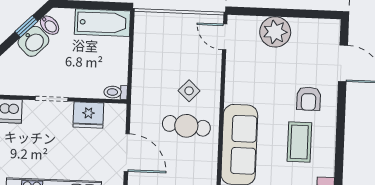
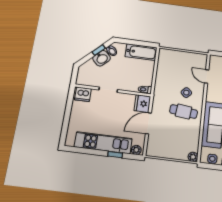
door: (225, 37) -> (207, 76), moved
fridge: (88, 115) -> (142, 104), moved, turned 90
door: (127, 153) -> (148, 123), swing flipped

